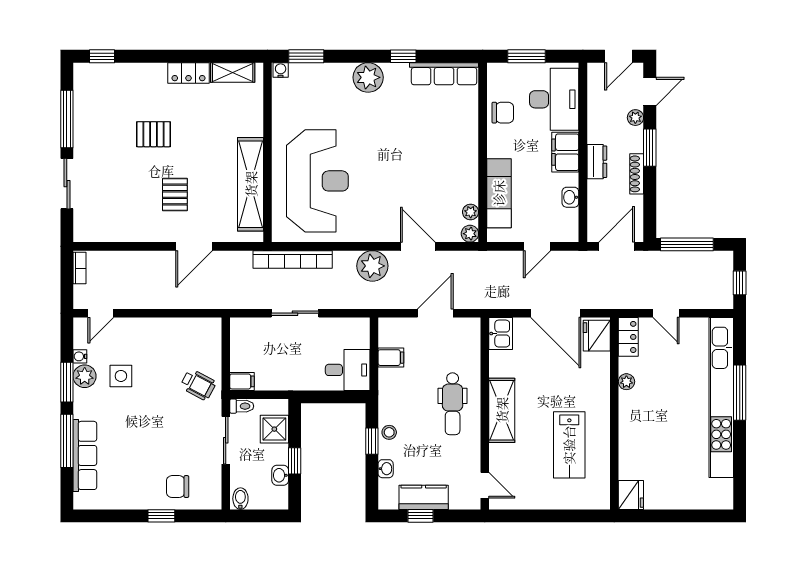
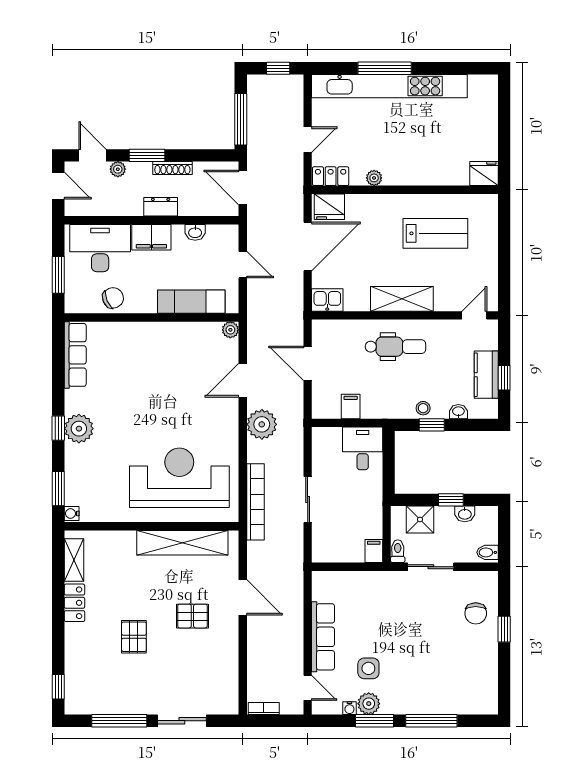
window: (403, 56) -> (58, 428), moved
chair: (503, 113) -> (113, 298), turned 67
plant: (471, 212) -> (209, 329), removed
wheelchair: (198, 385) -> (377, 593), removed
row of seats: (85, 455) -> (323, 637), moved, turned 90

